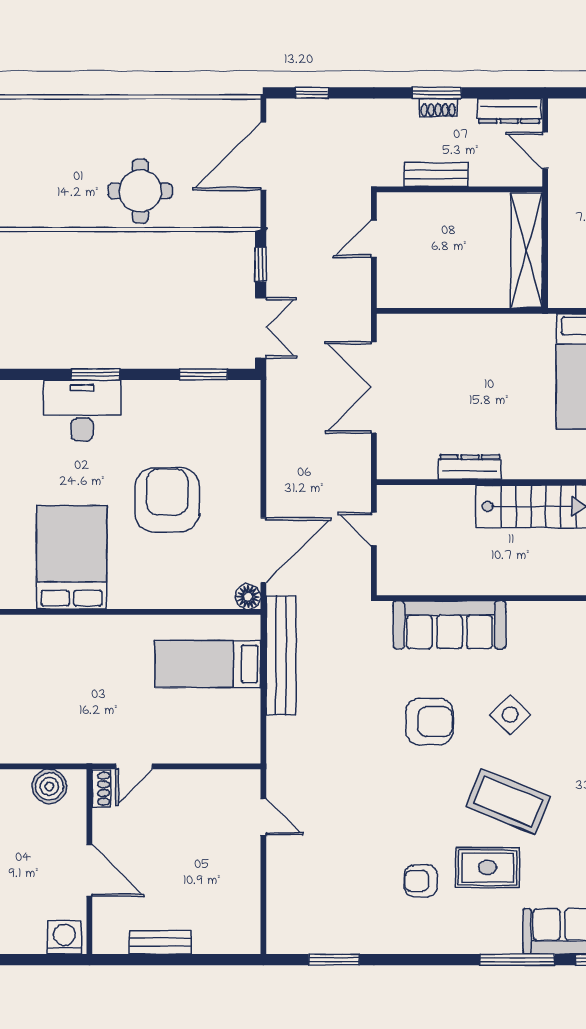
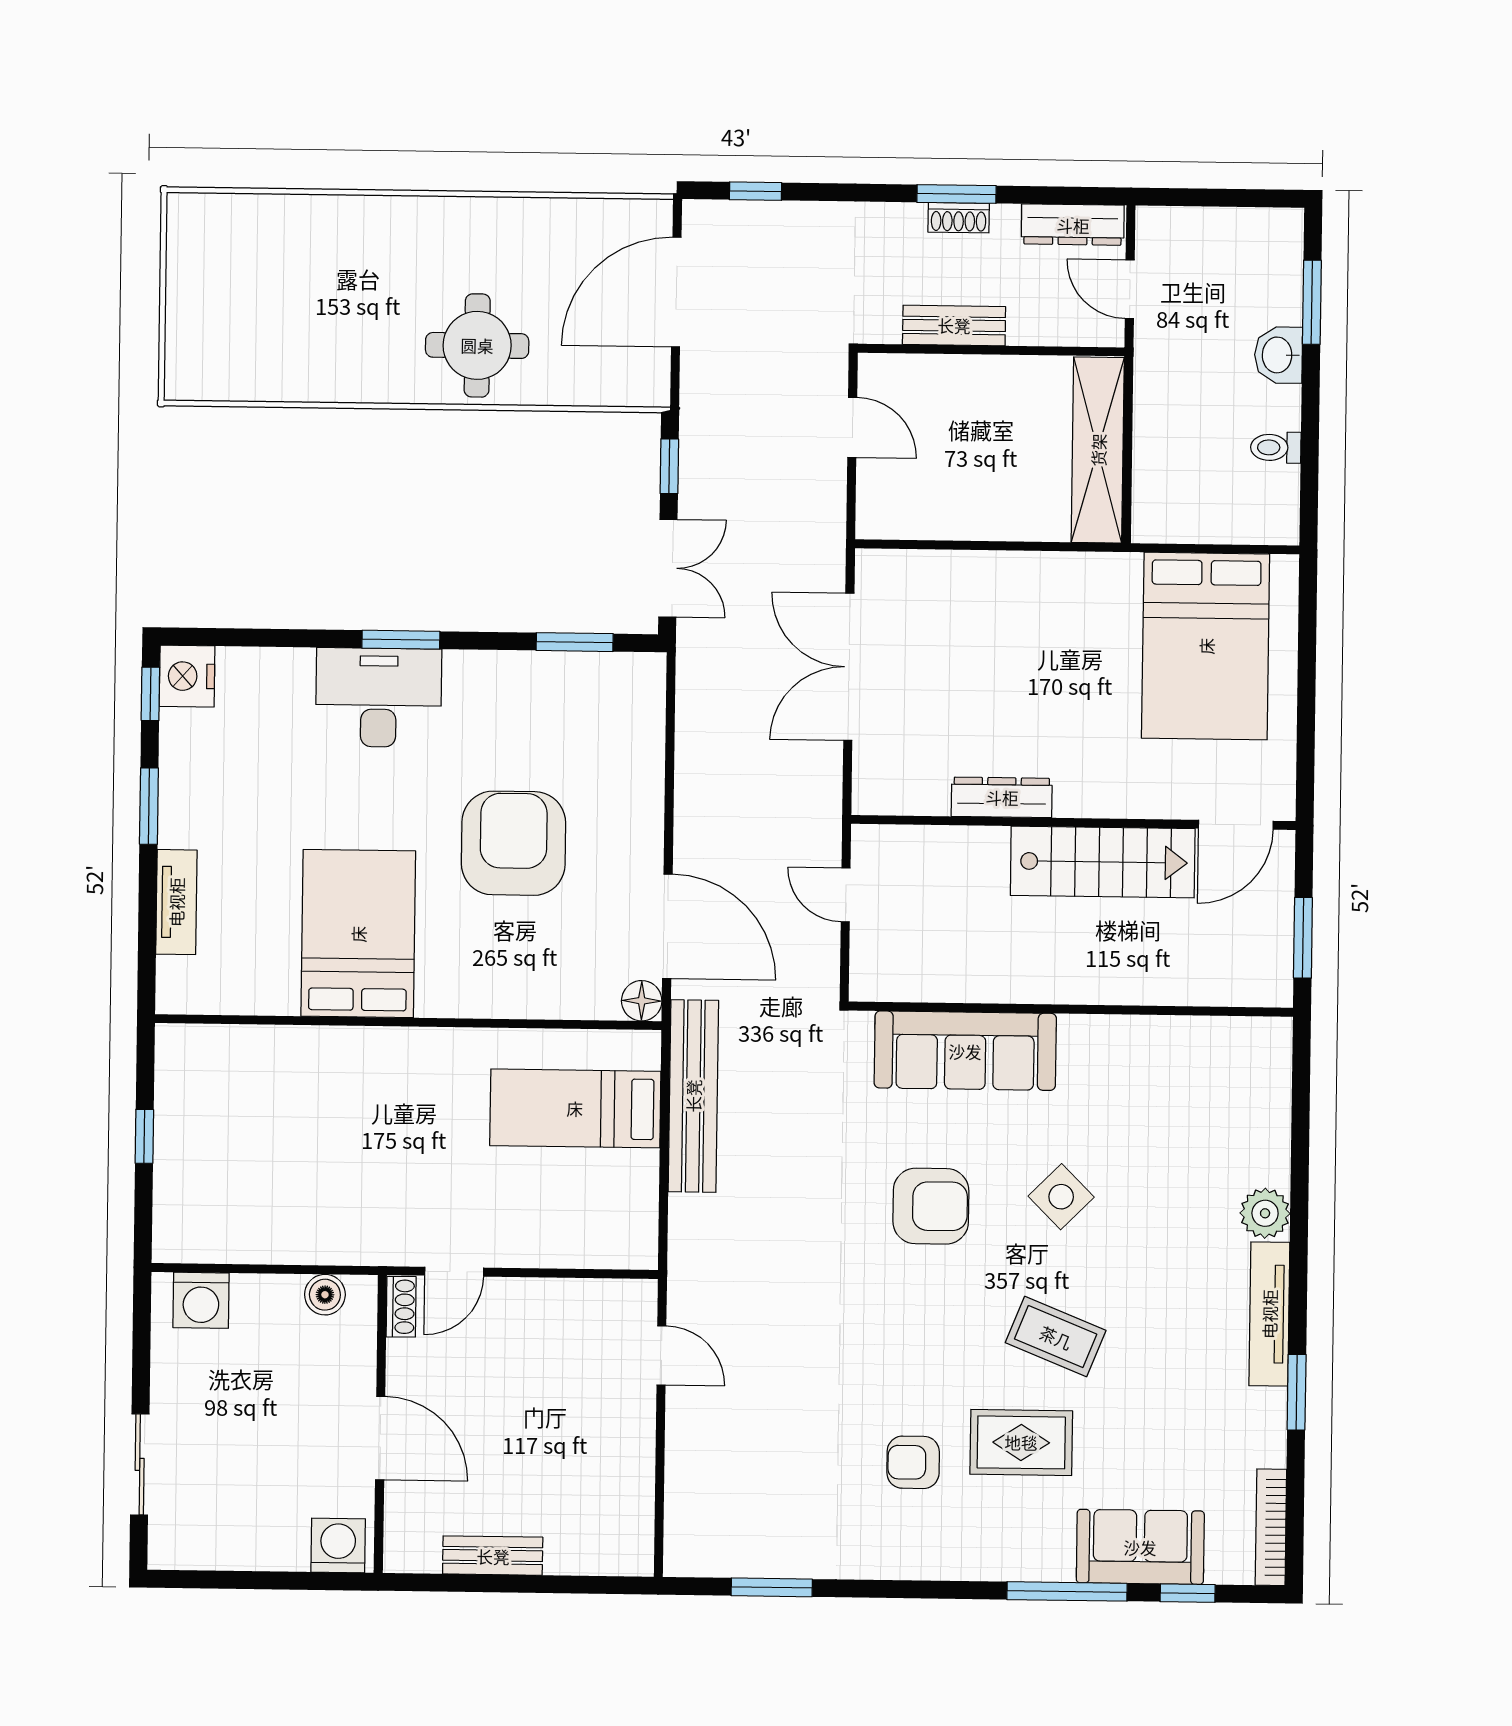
door: (374, 239) -> (852, 427), swing flipped
door: (263, 550) -> (667, 926), hinge flipped
boiler: (49, 786) -> (325, 1295), width x0.73, depth x0.73
coffee table: (508, 801) -> (1056, 1337), width x0.73, depth x0.76

